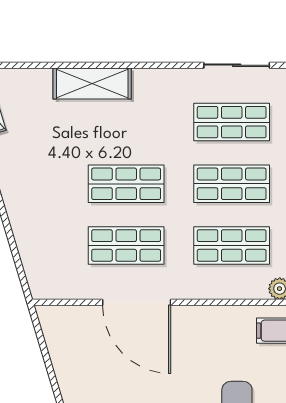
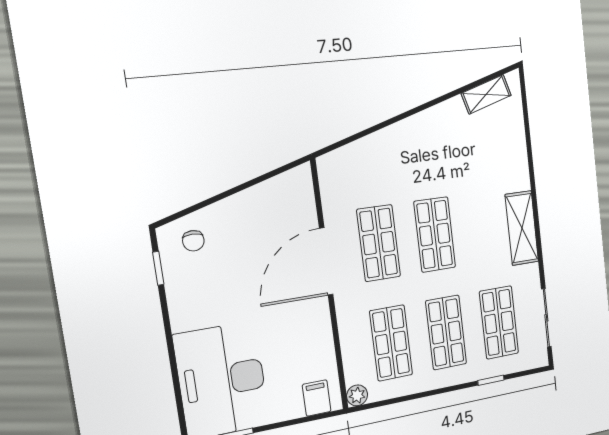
shelving: (92, 83) -> (522, 228), moved

